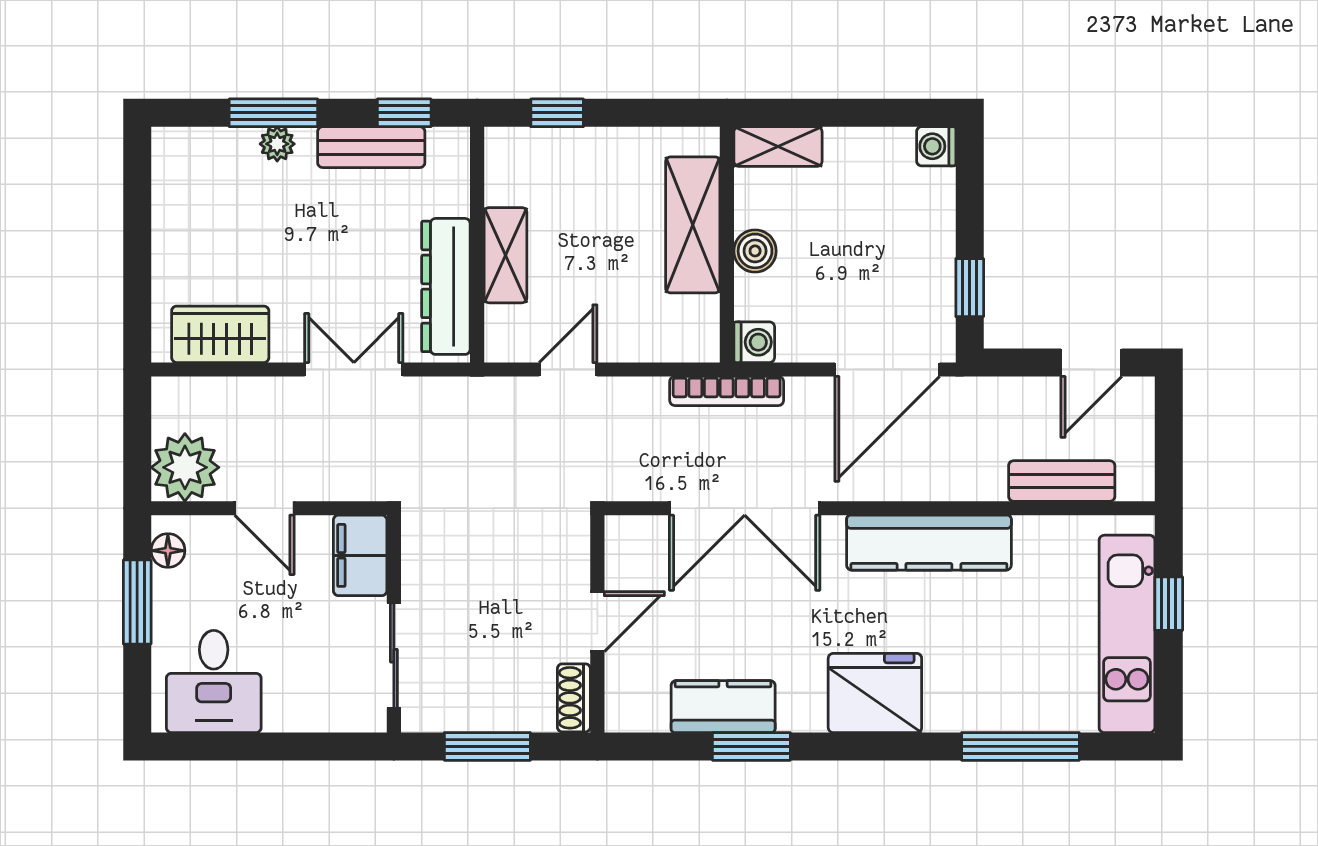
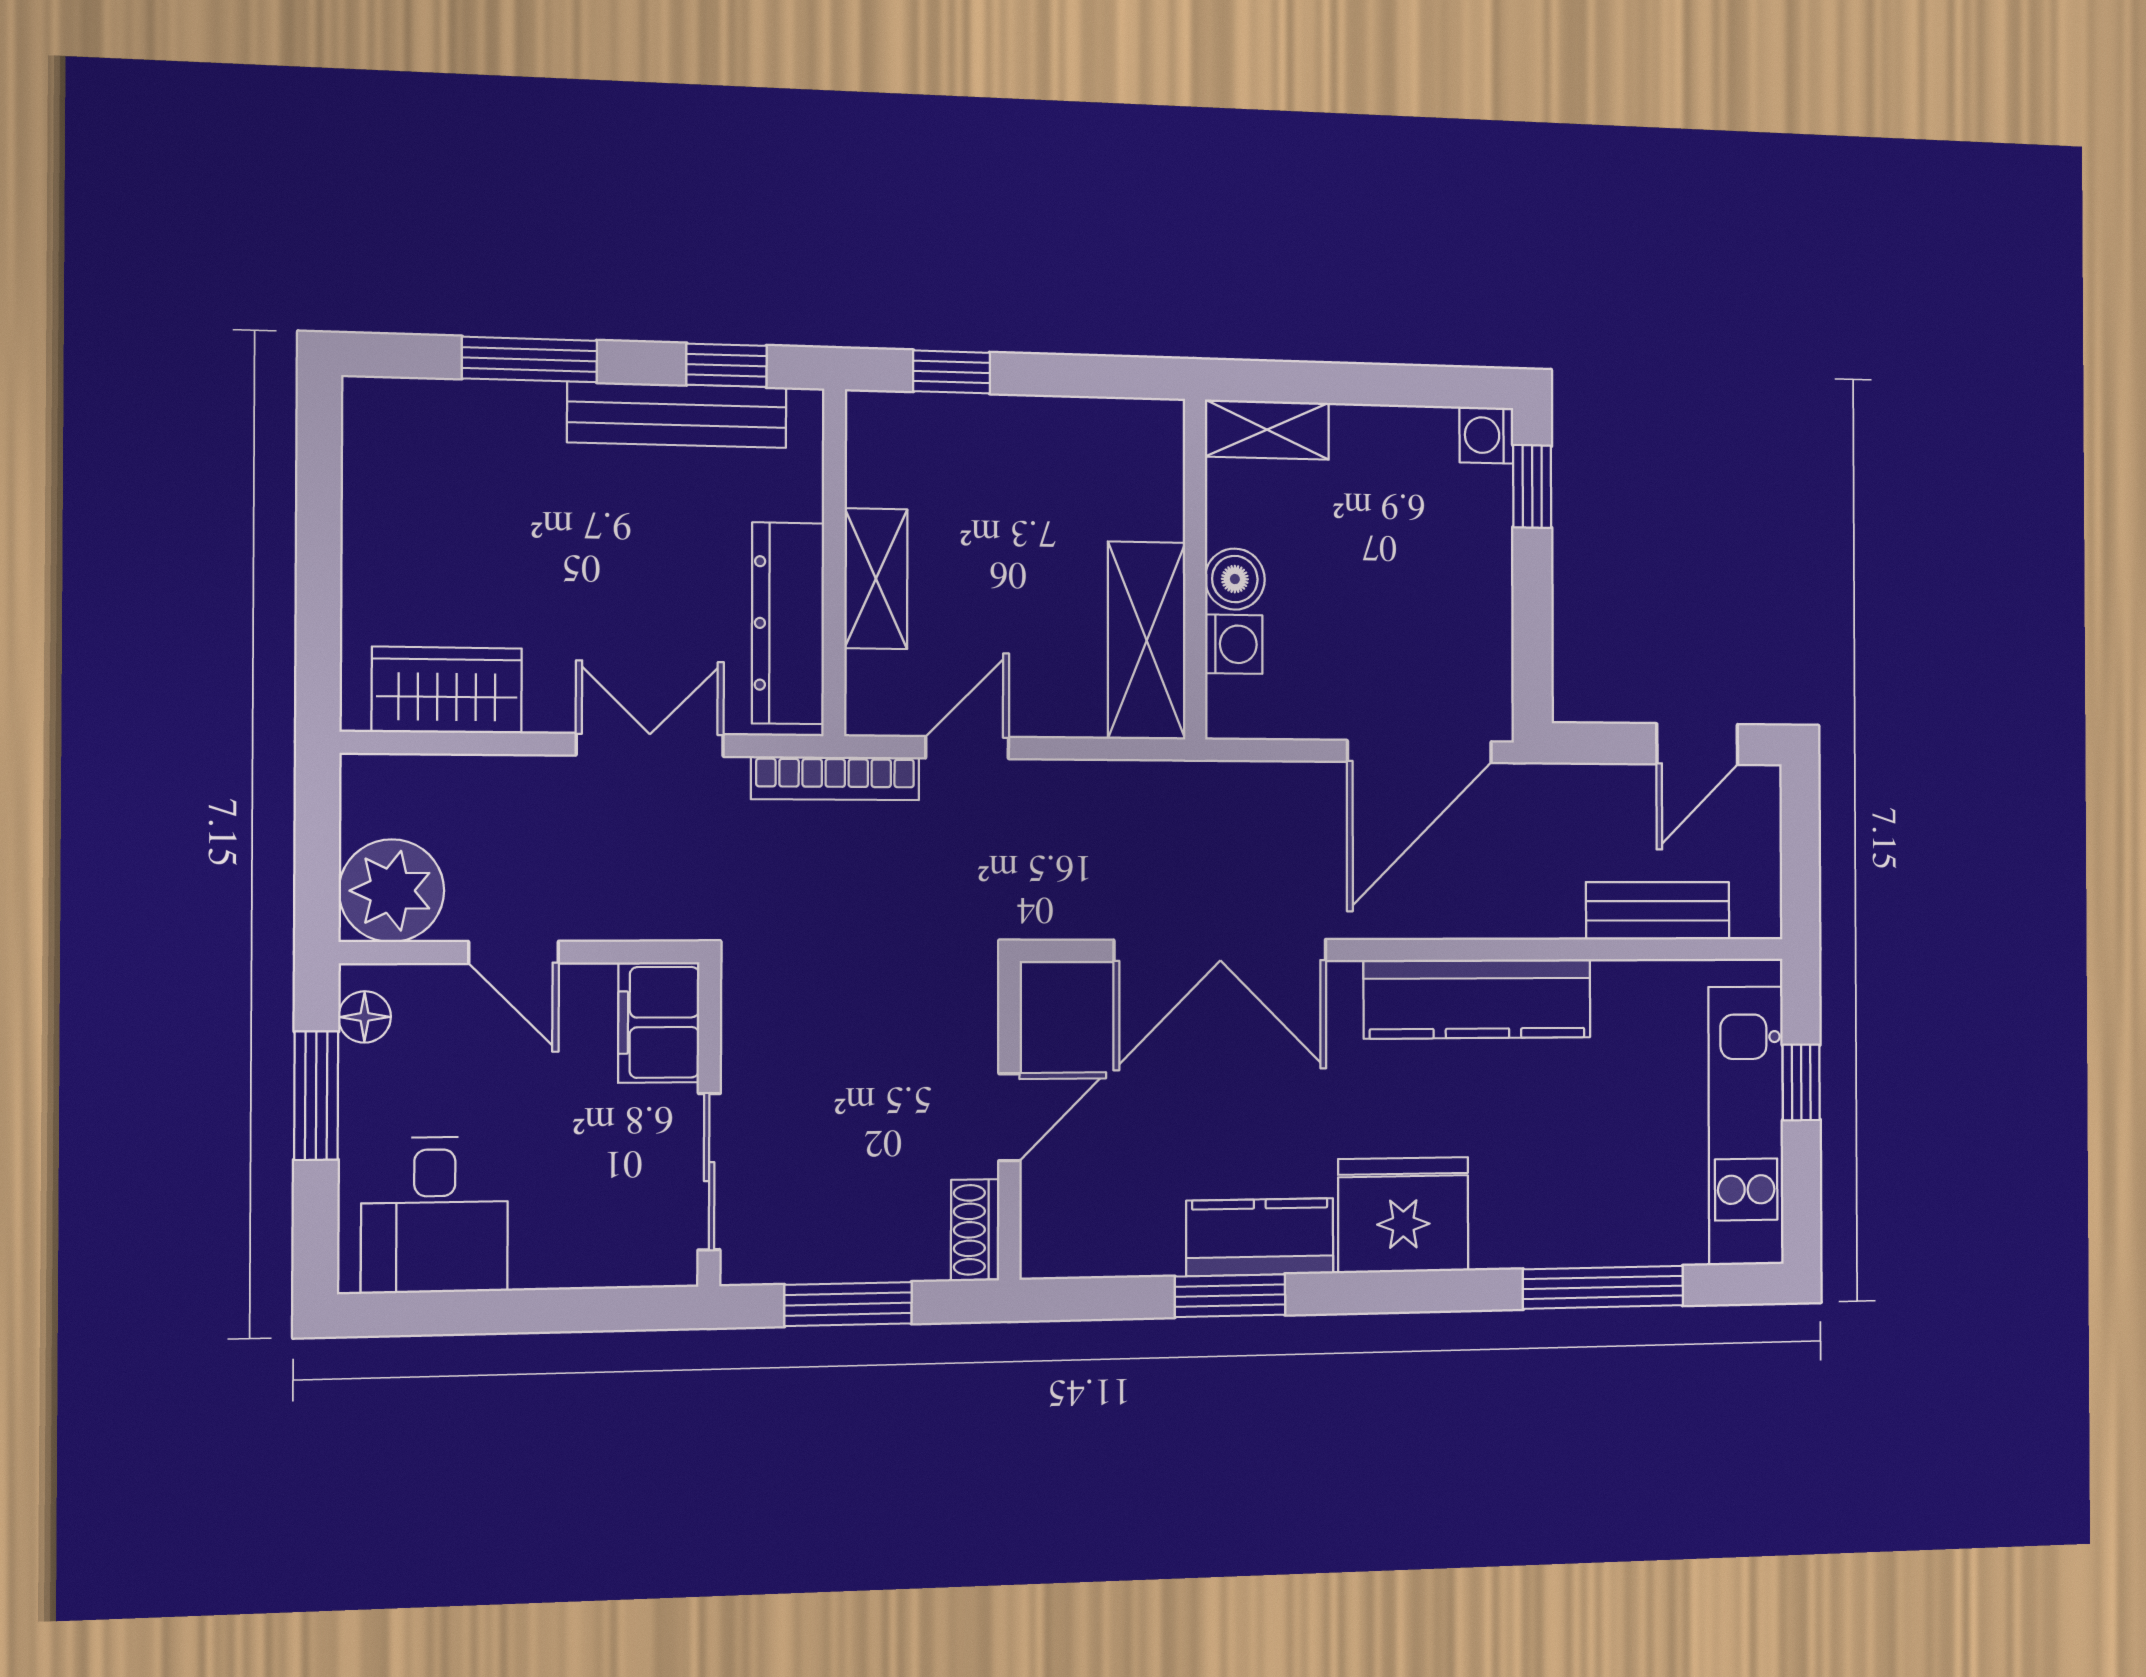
plant: (277, 144) -> (535, 406), removed
bench: (371, 147) -> (677, 415), width x1.36
shelving: (693, 225) -> (1147, 641), moved
window: (970, 288) -> (1532, 486), moved
washing machine: (754, 342) -> (1234, 644), moved
bookcase: (727, 391) -> (835, 778), moved
kitchen counter: (723, 707) -> (1260, 1237), moved

